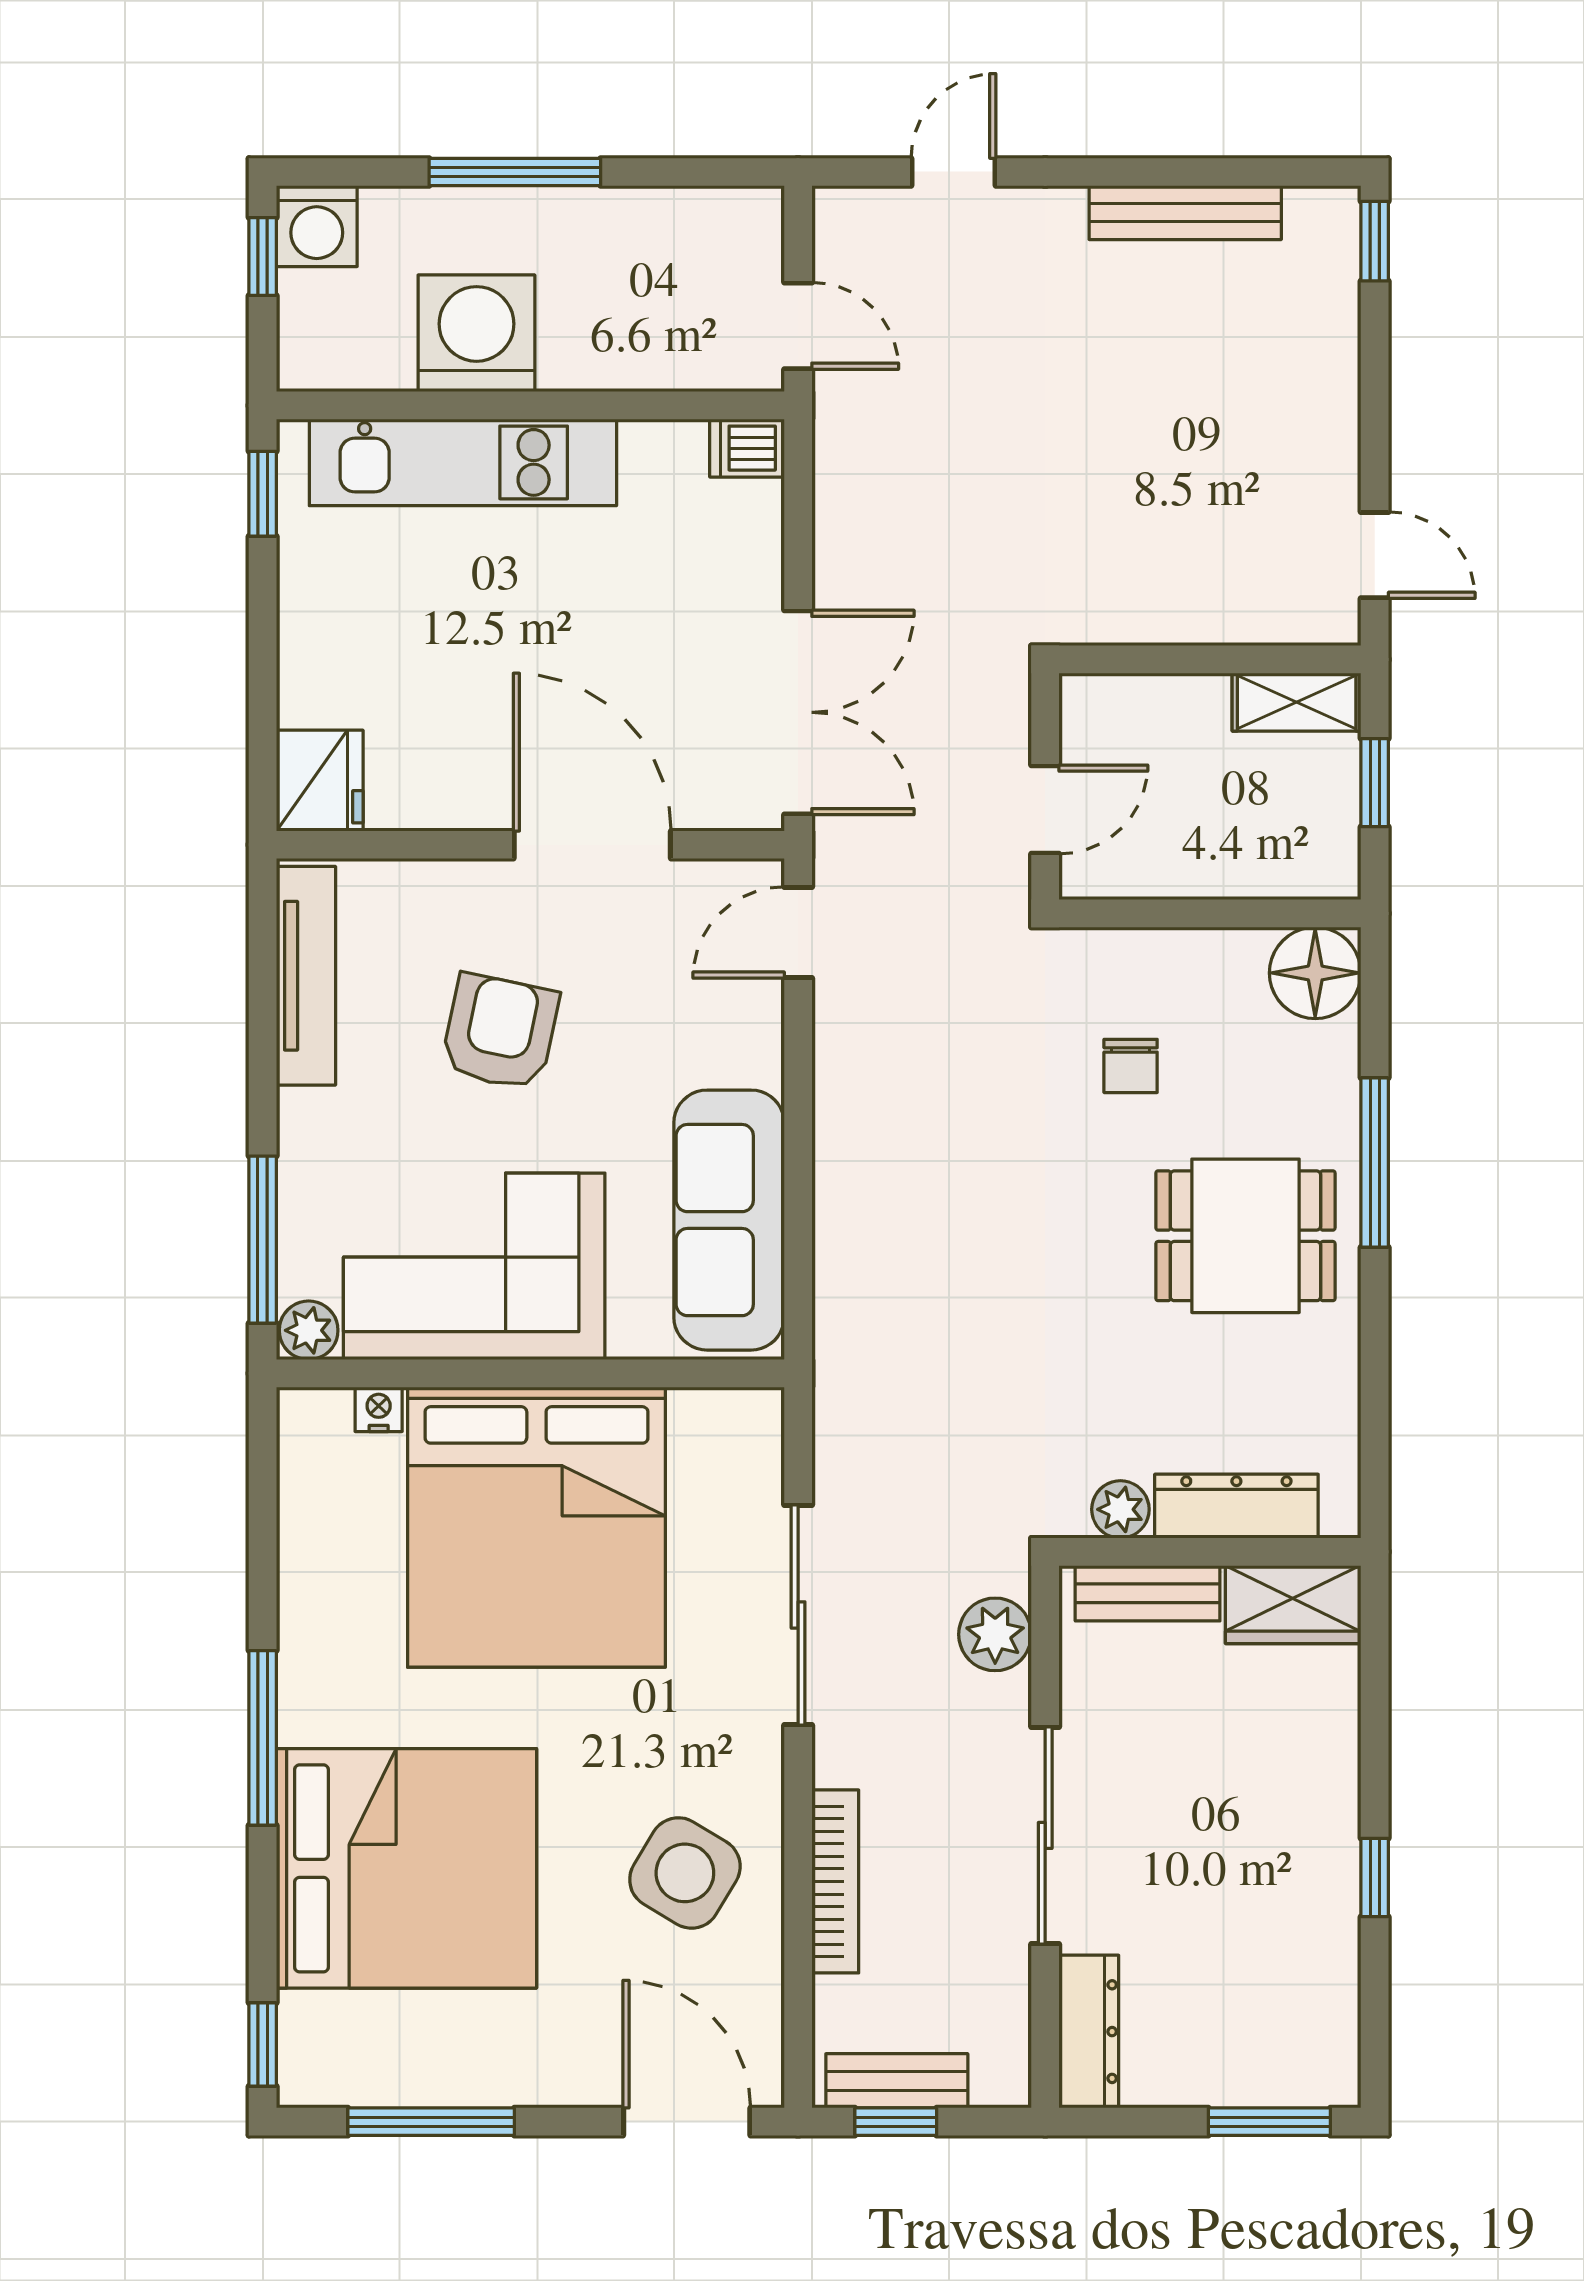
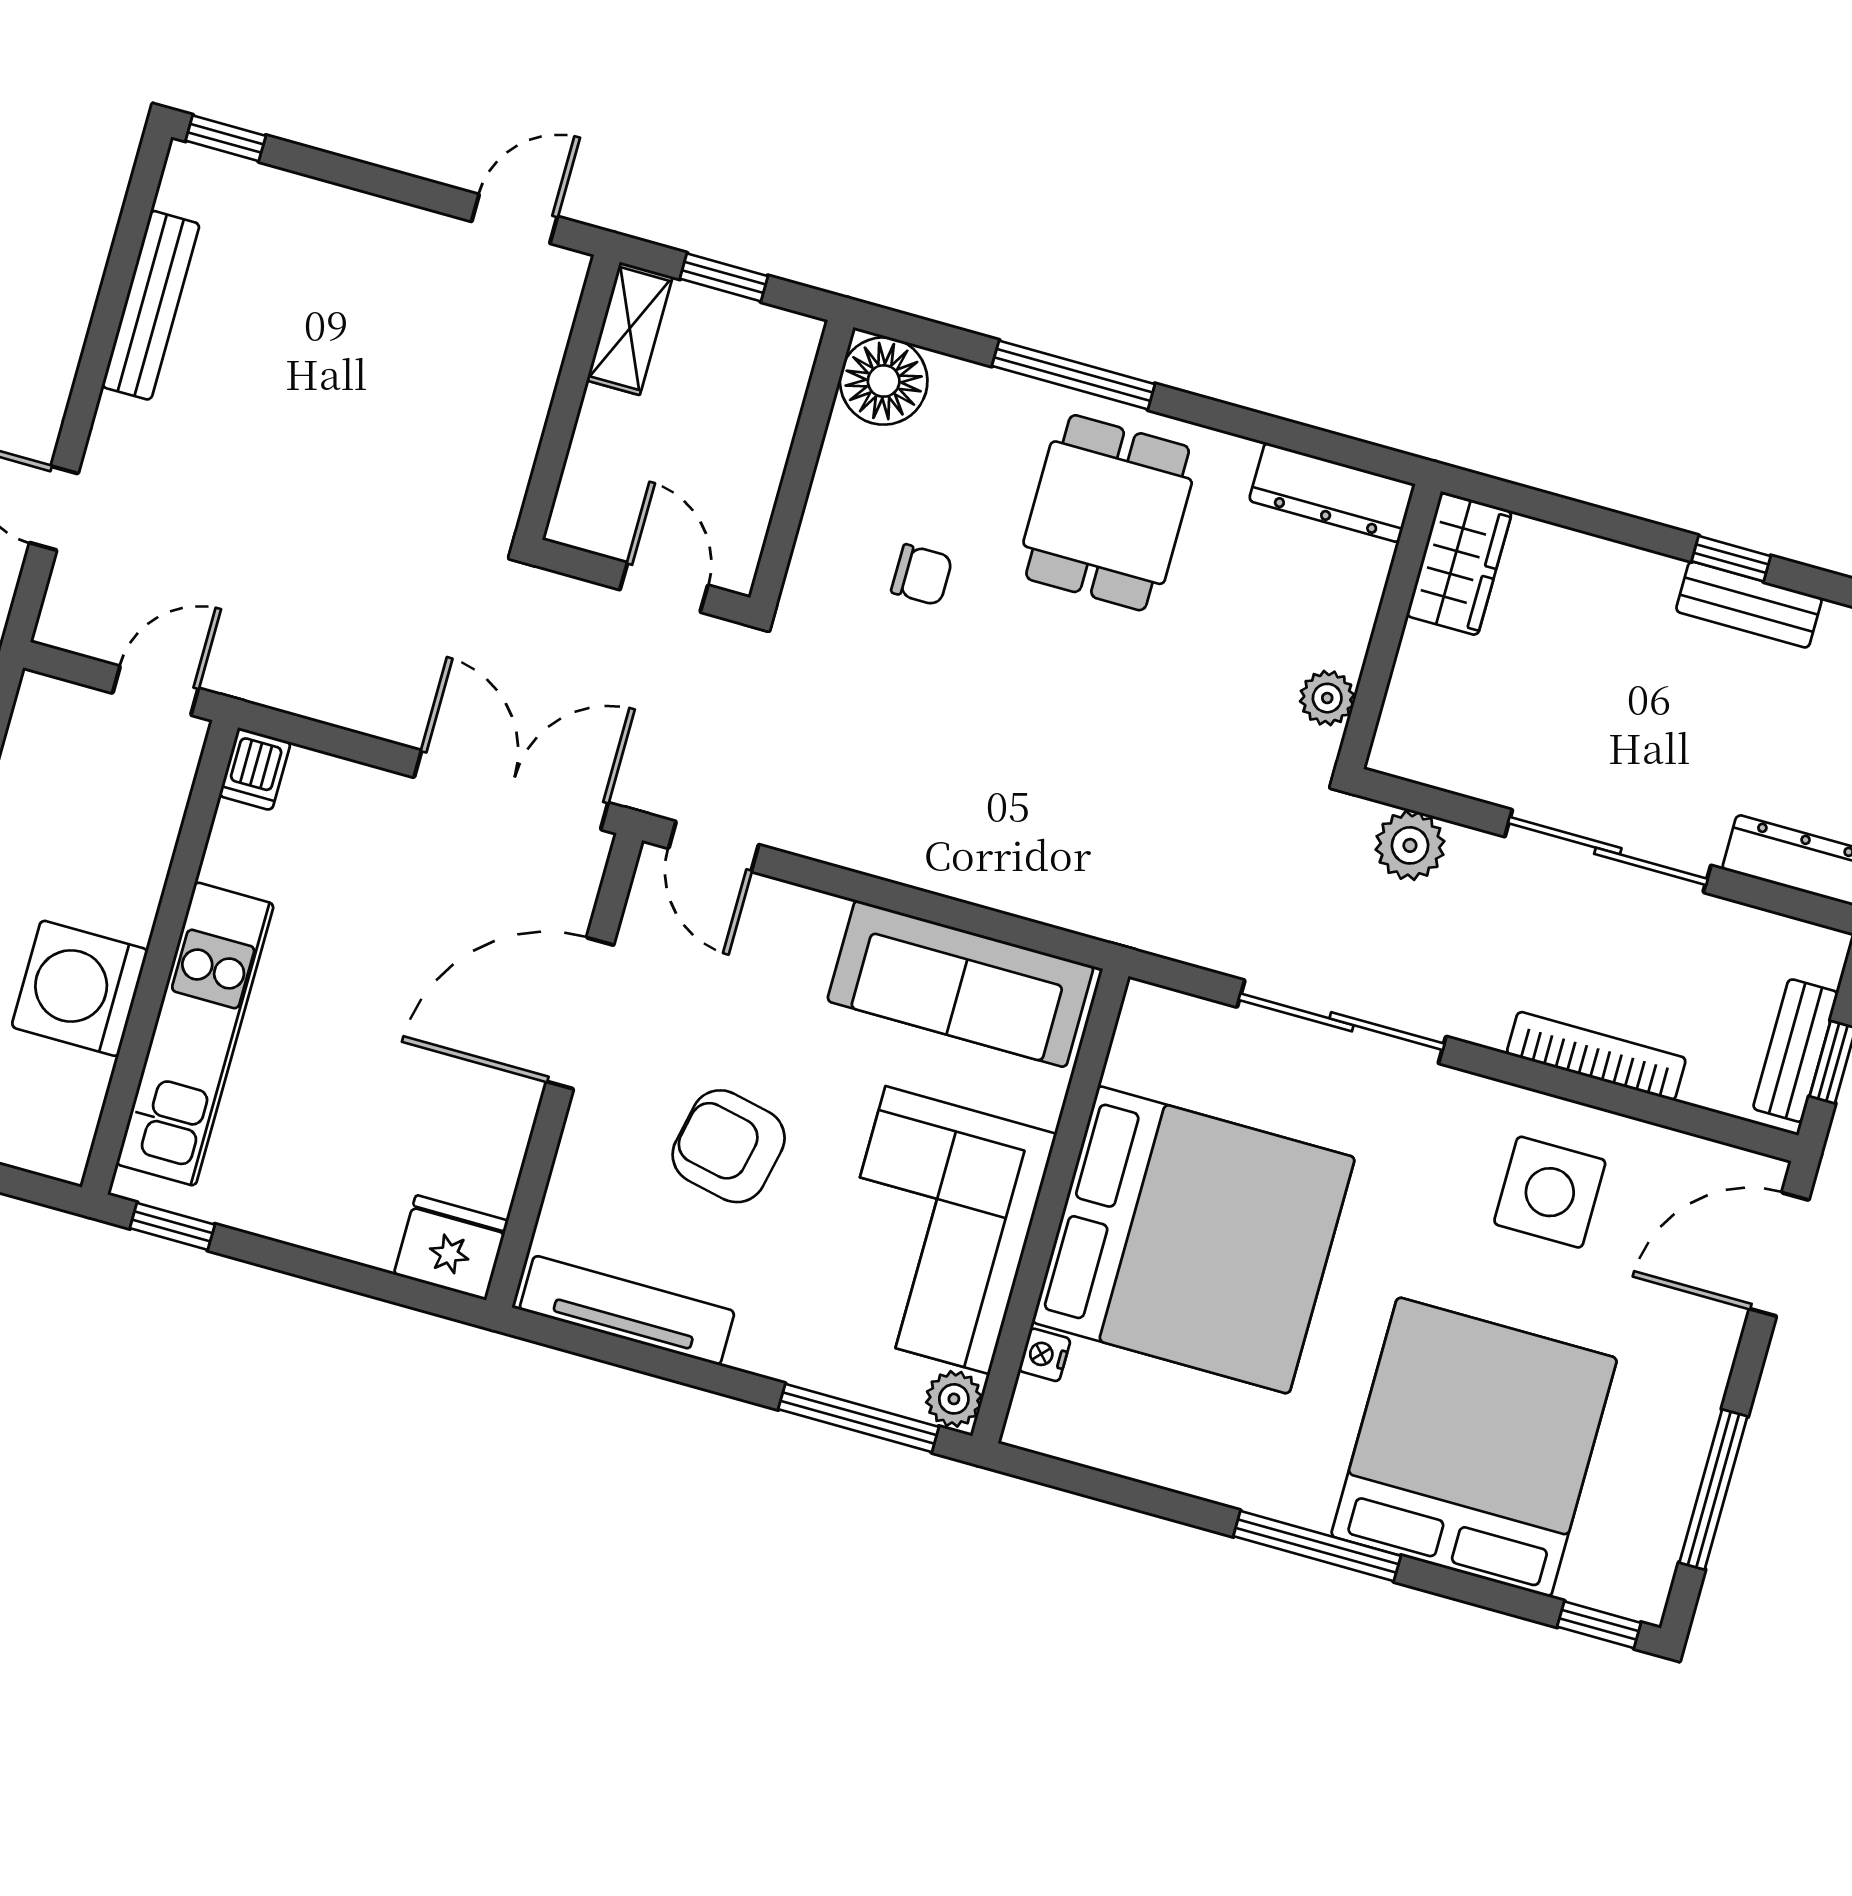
dresser: (1236, 1506) -> (1332, 492), moved, turned -90
bench: (1148, 1593) -> (1749, 605), moved, turned 90
side table: (685, 1873) -> (1550, 1192), turned -31

